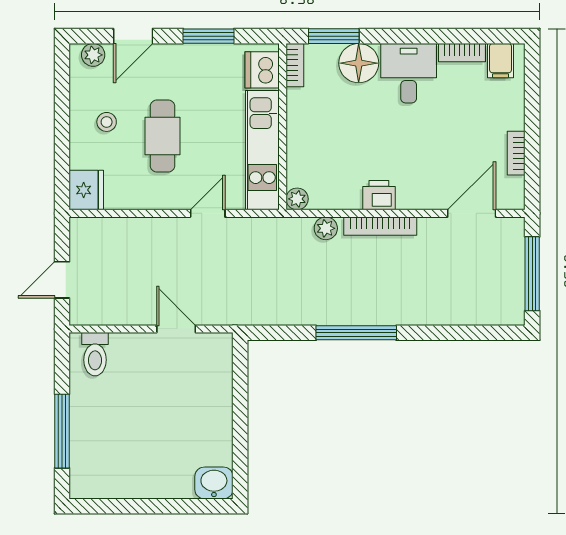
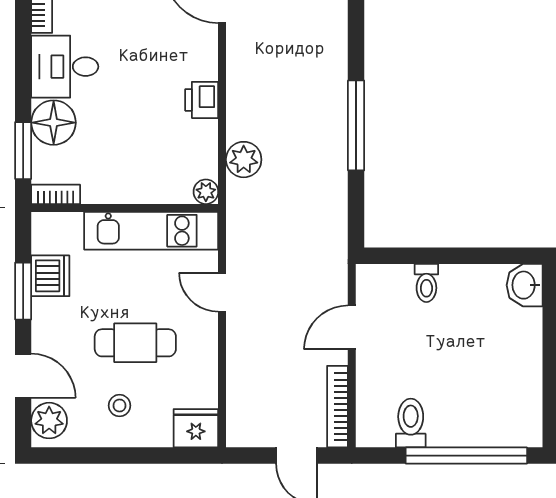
plant: (93, 55) -> (49, 421), width x1.38, depth x1.38
dishwasher: (262, 70) -> (50, 276), moved, turned -90
bookcase: (380, 226) -> (338, 407), moved, turned 180
plant: (326, 228) -> (244, 160), width x1.38, depth x1.38
toilet: (95, 354) -> (411, 423), moved, turned -90
toilet: (216, 395) -> (426, 283), added
window: (62, 431) -> (466, 456), width x1.46

